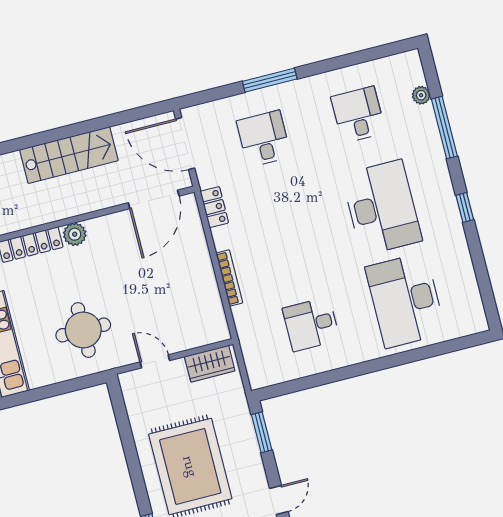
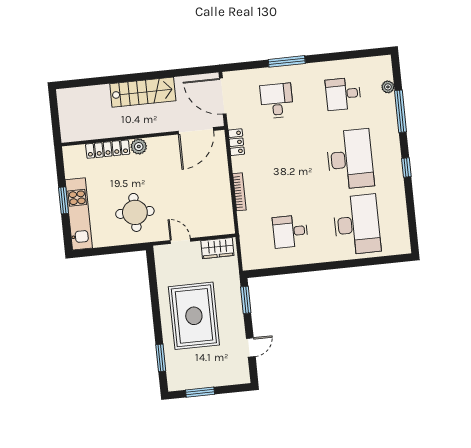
desk: (358, 115) -> (343, 94), turned -90
desk: (405, 300) -> (357, 225), turned 180

